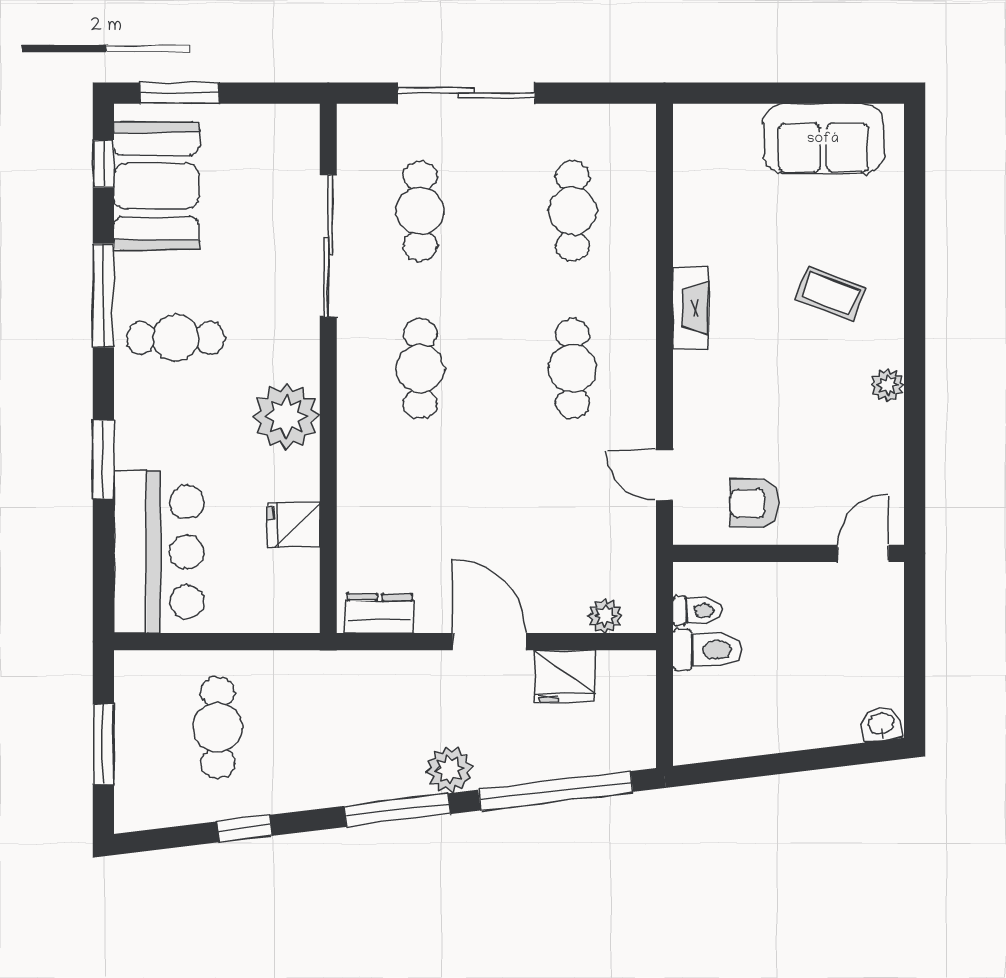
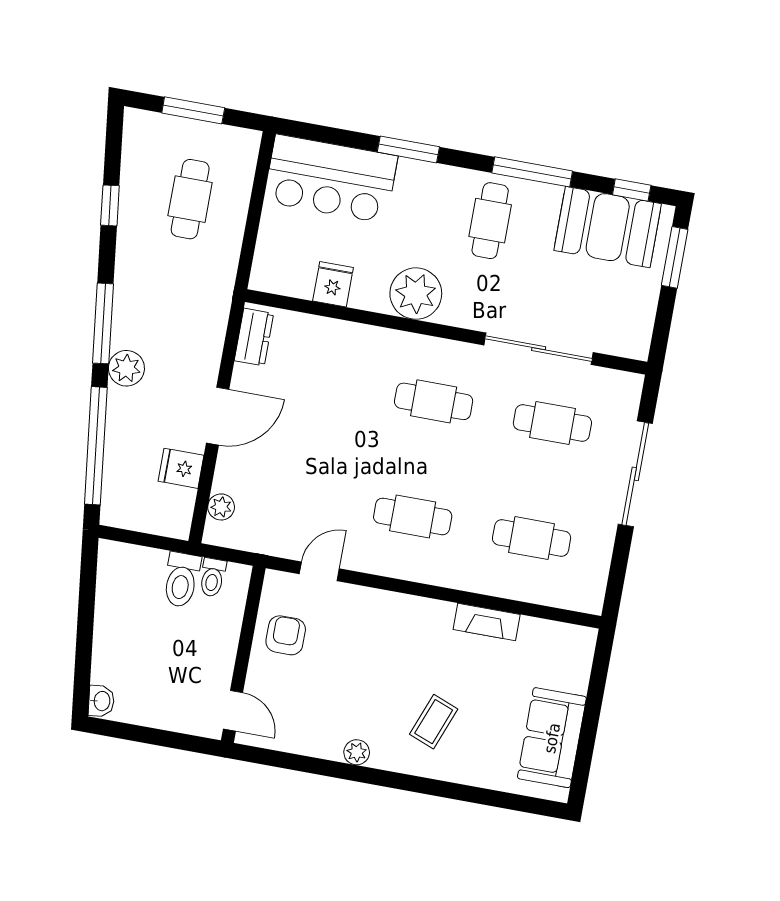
fireplace: (690, 308) -> (487, 622), moved
fridge: (565, 676) -> (181, 468), width x0.72
cafe table: (218, 727) -> (190, 199), turned 90

